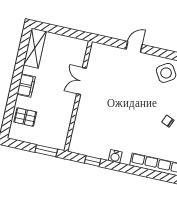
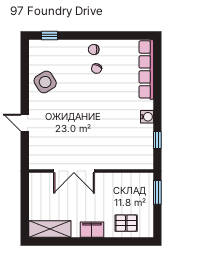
double door: (81, 81) -> (74, 171), width x1.37
pallet: (25, 117) -> (126, 223), turned 90

